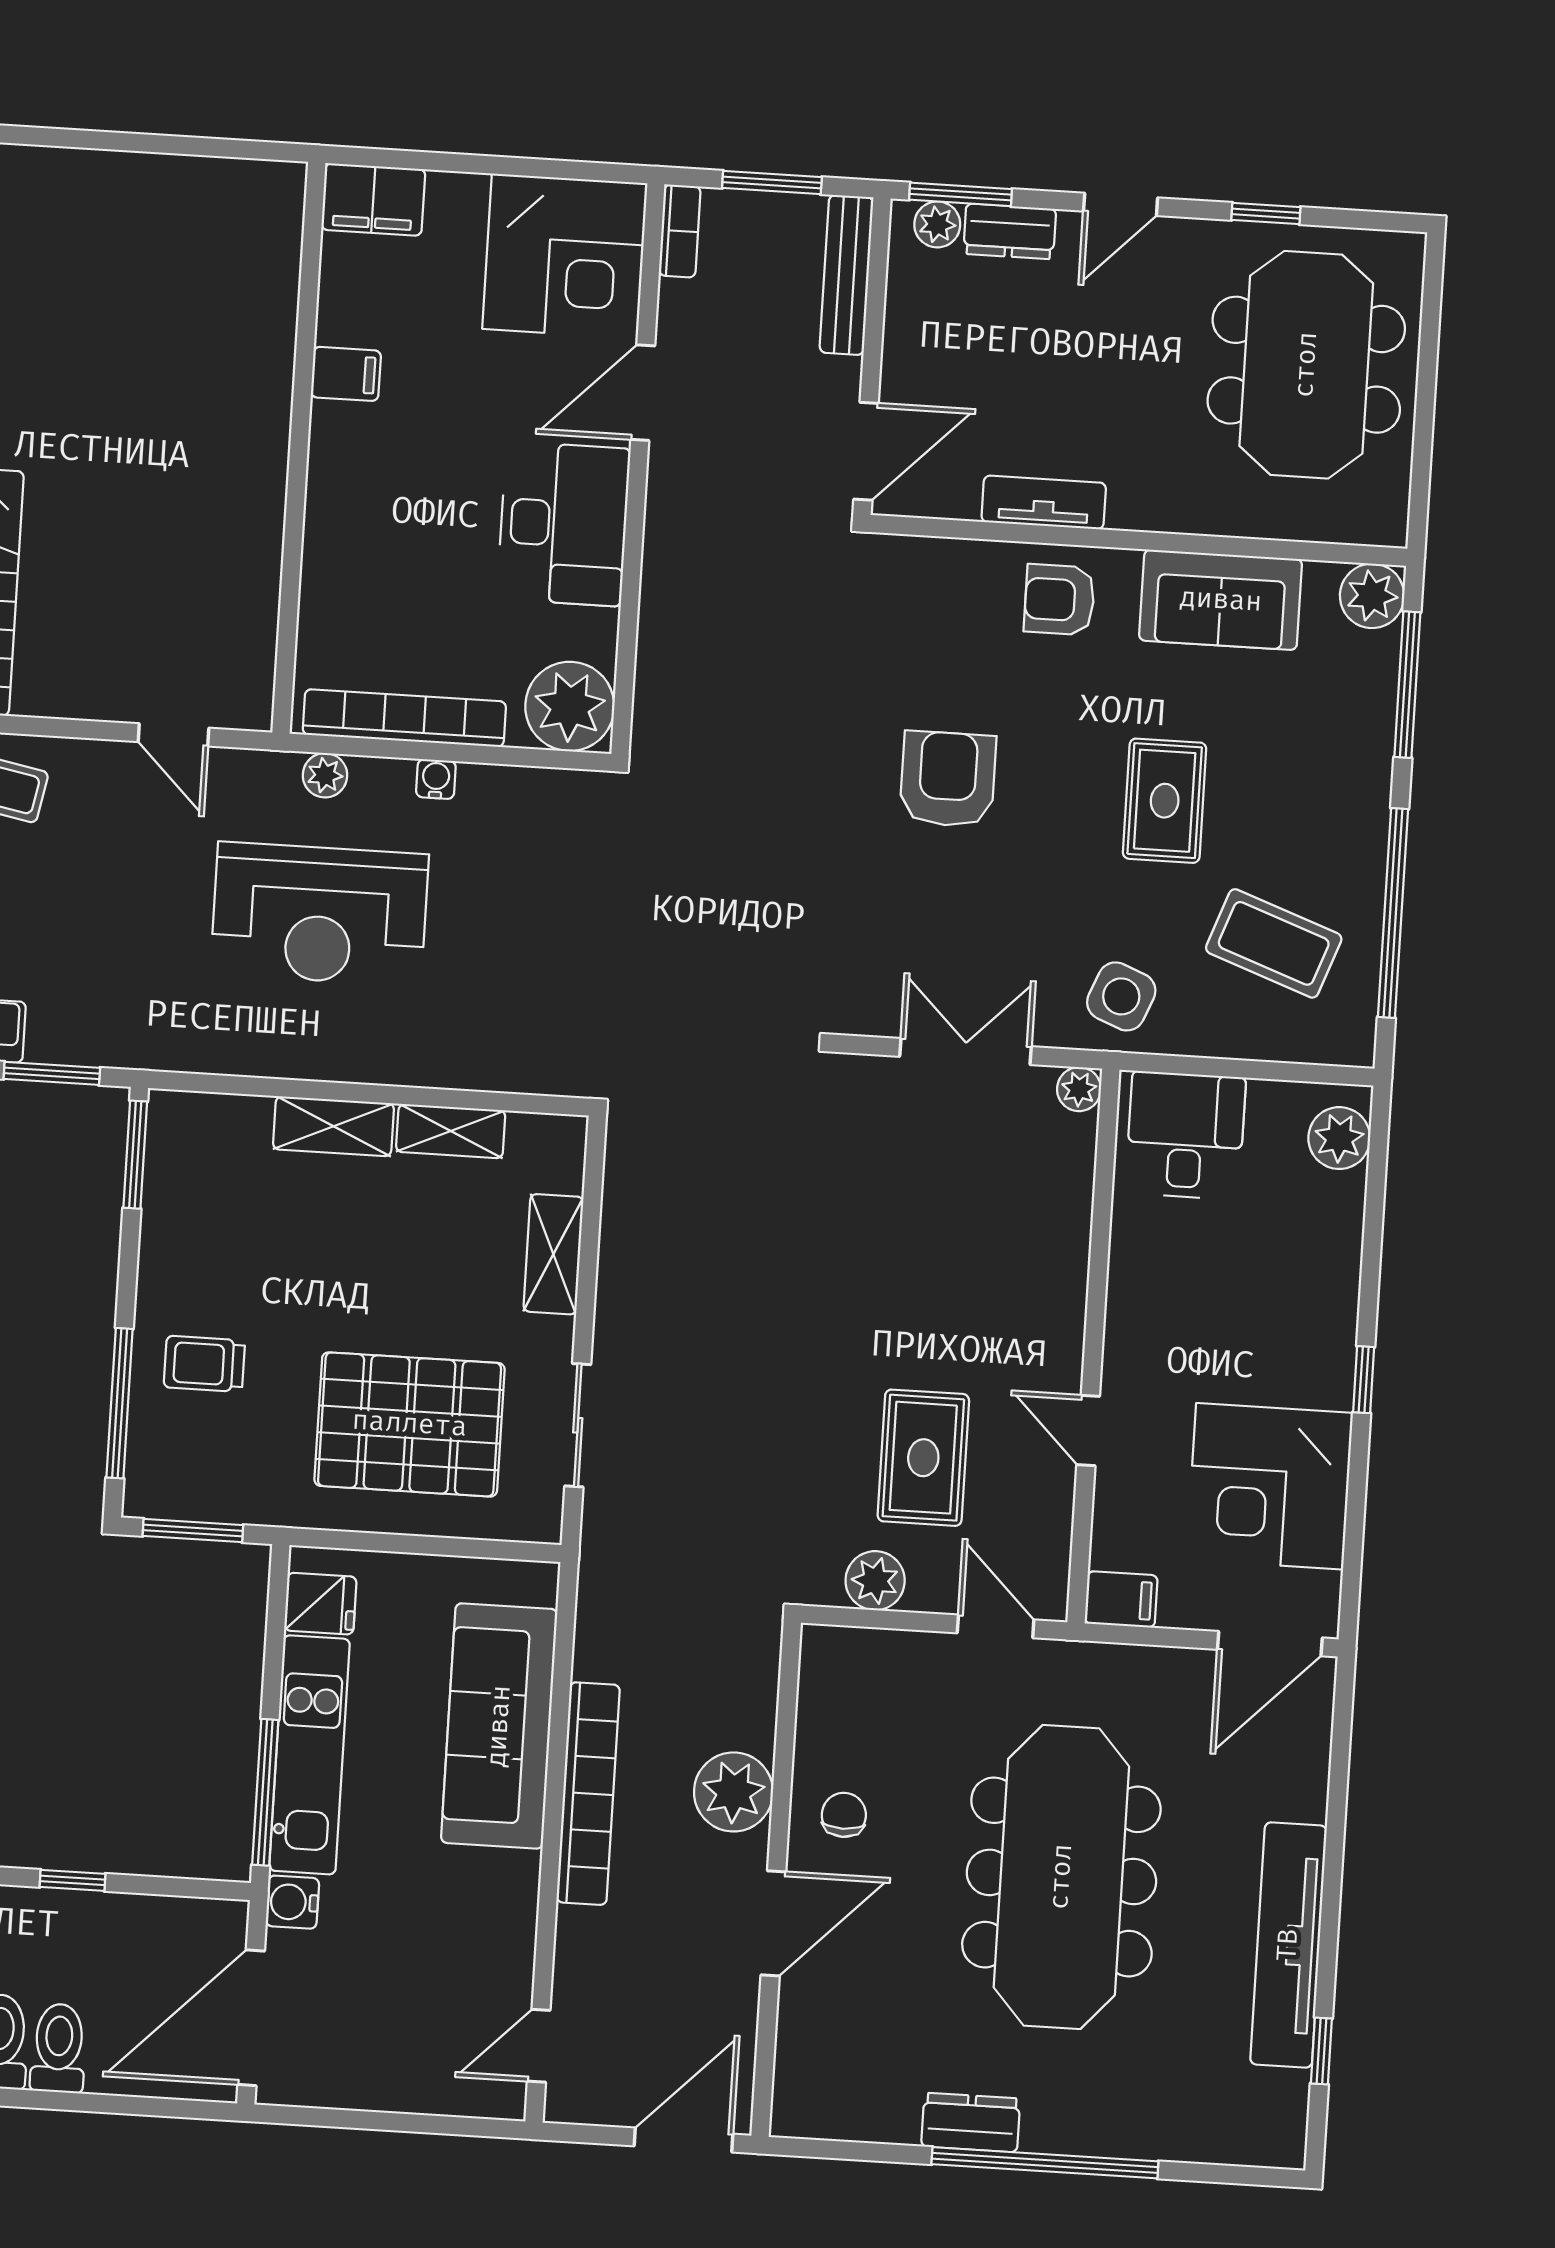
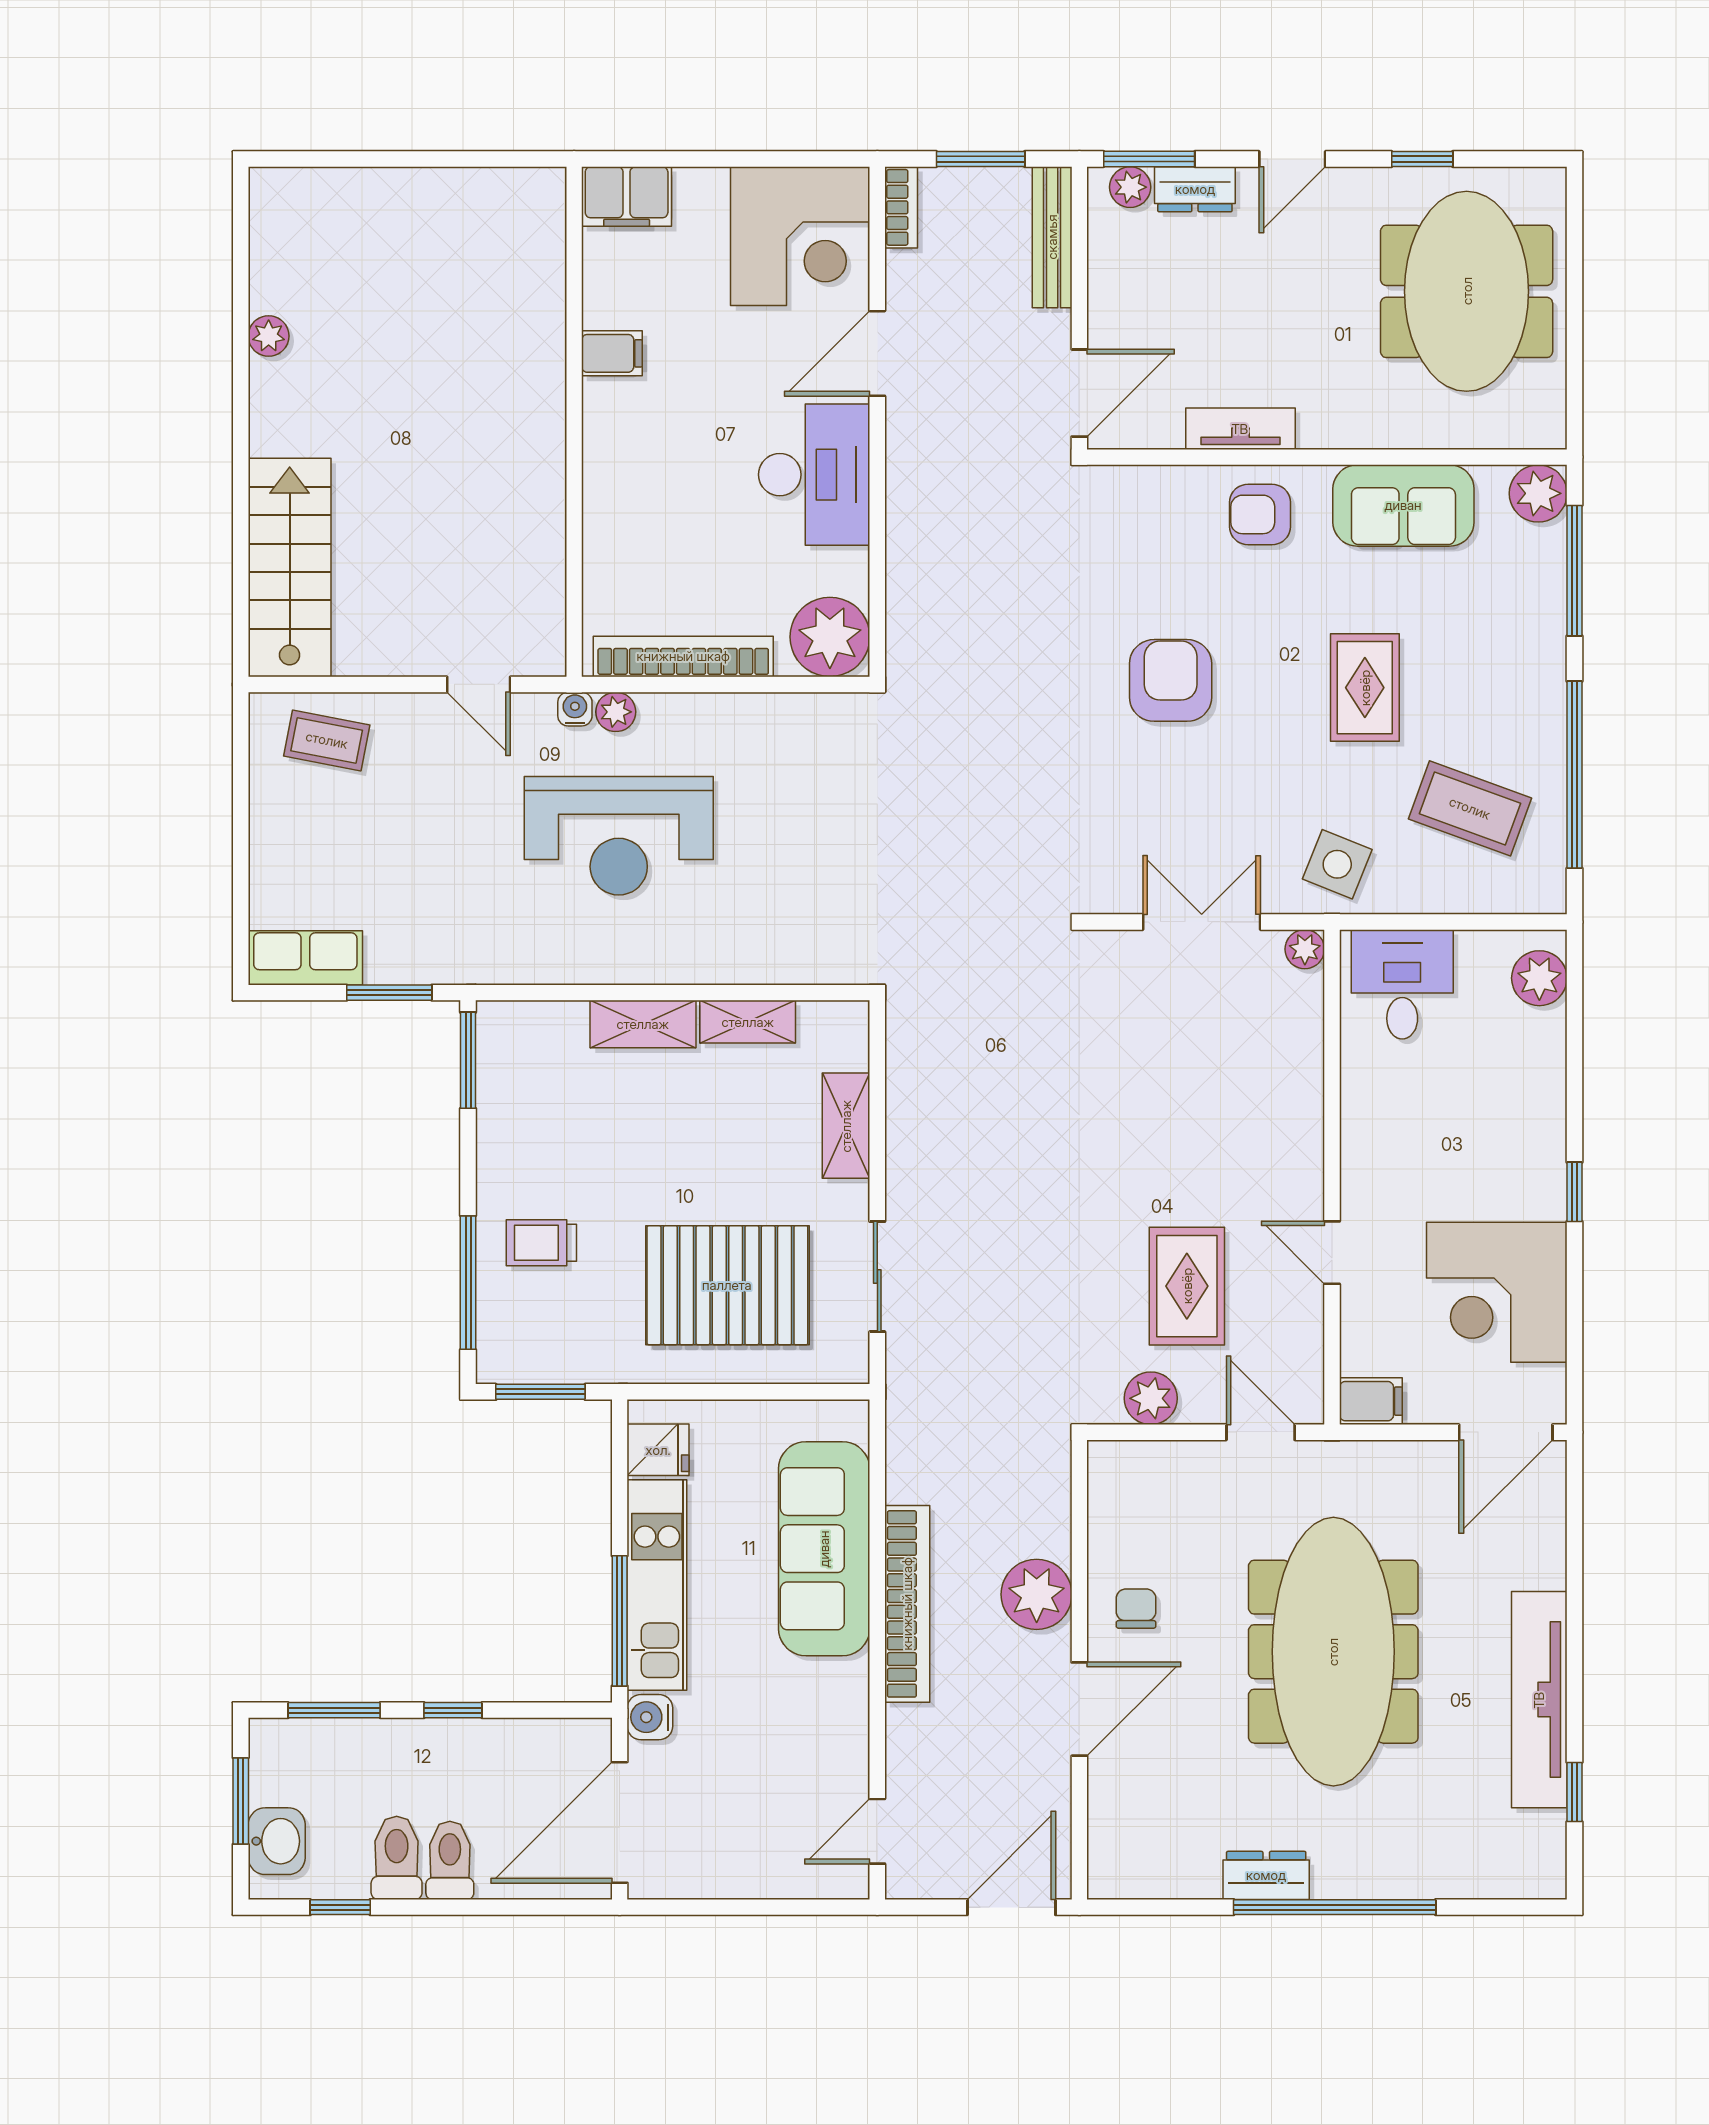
water cooler: (436, 779) -> (575, 709), moved

